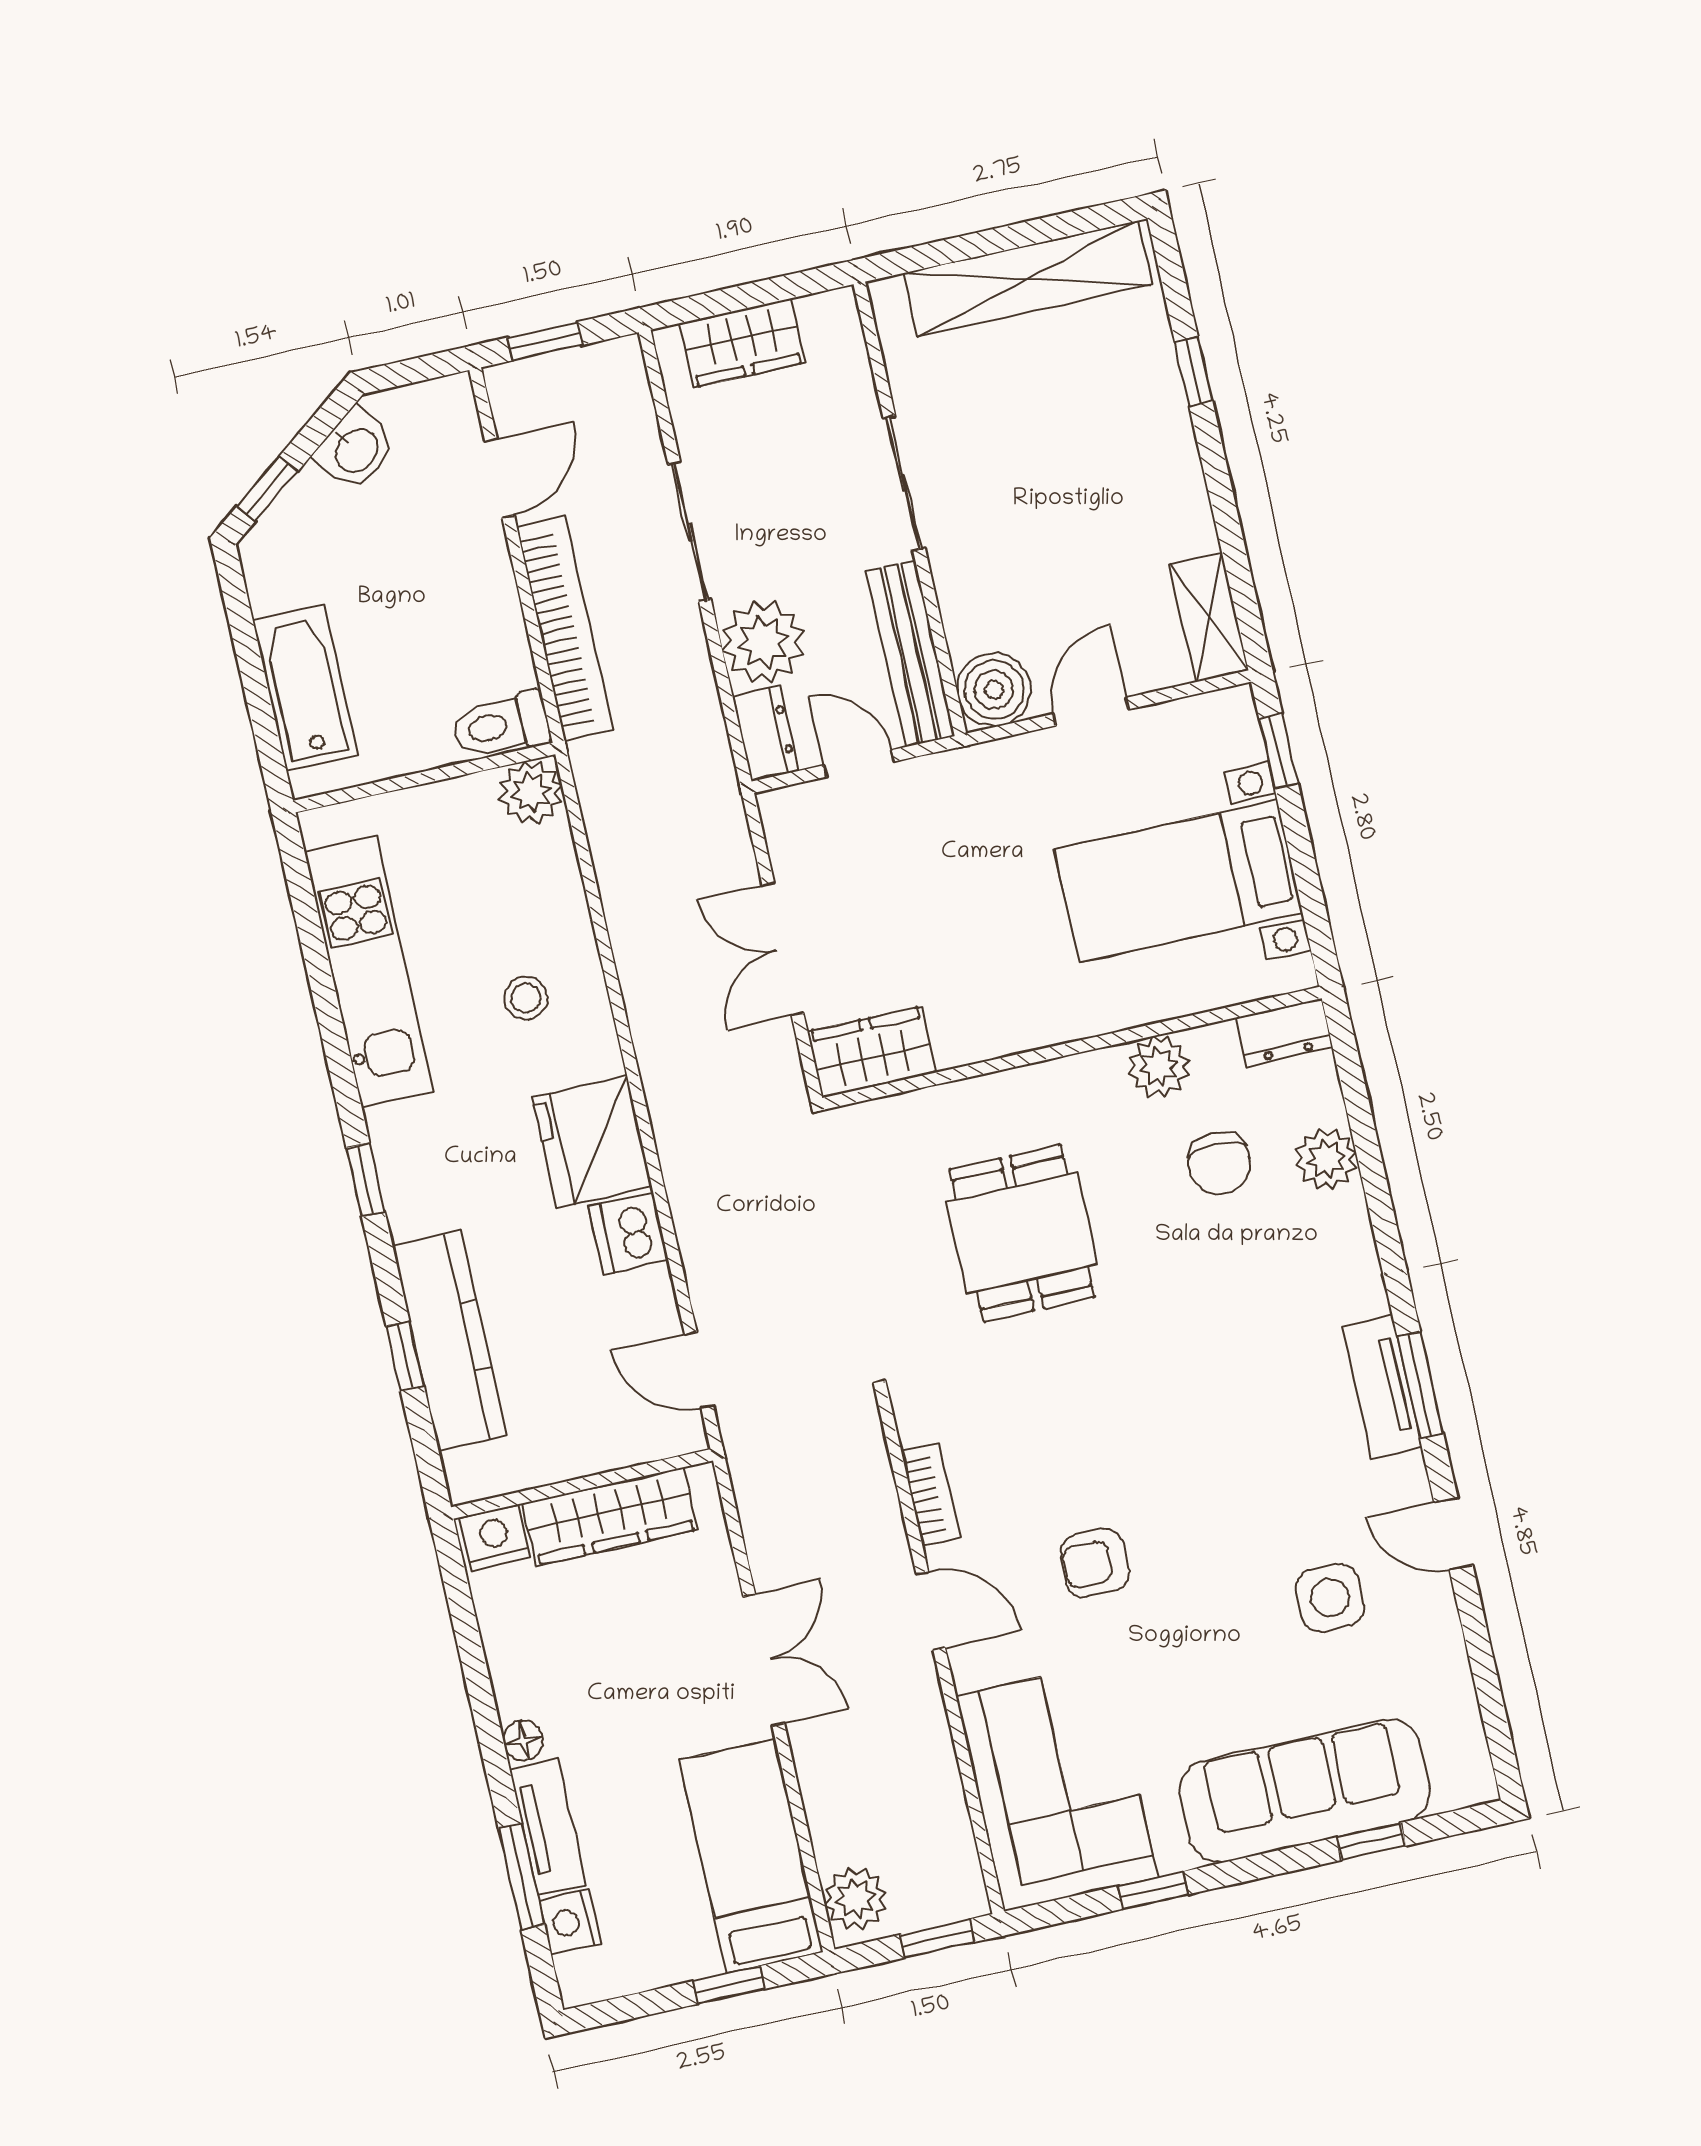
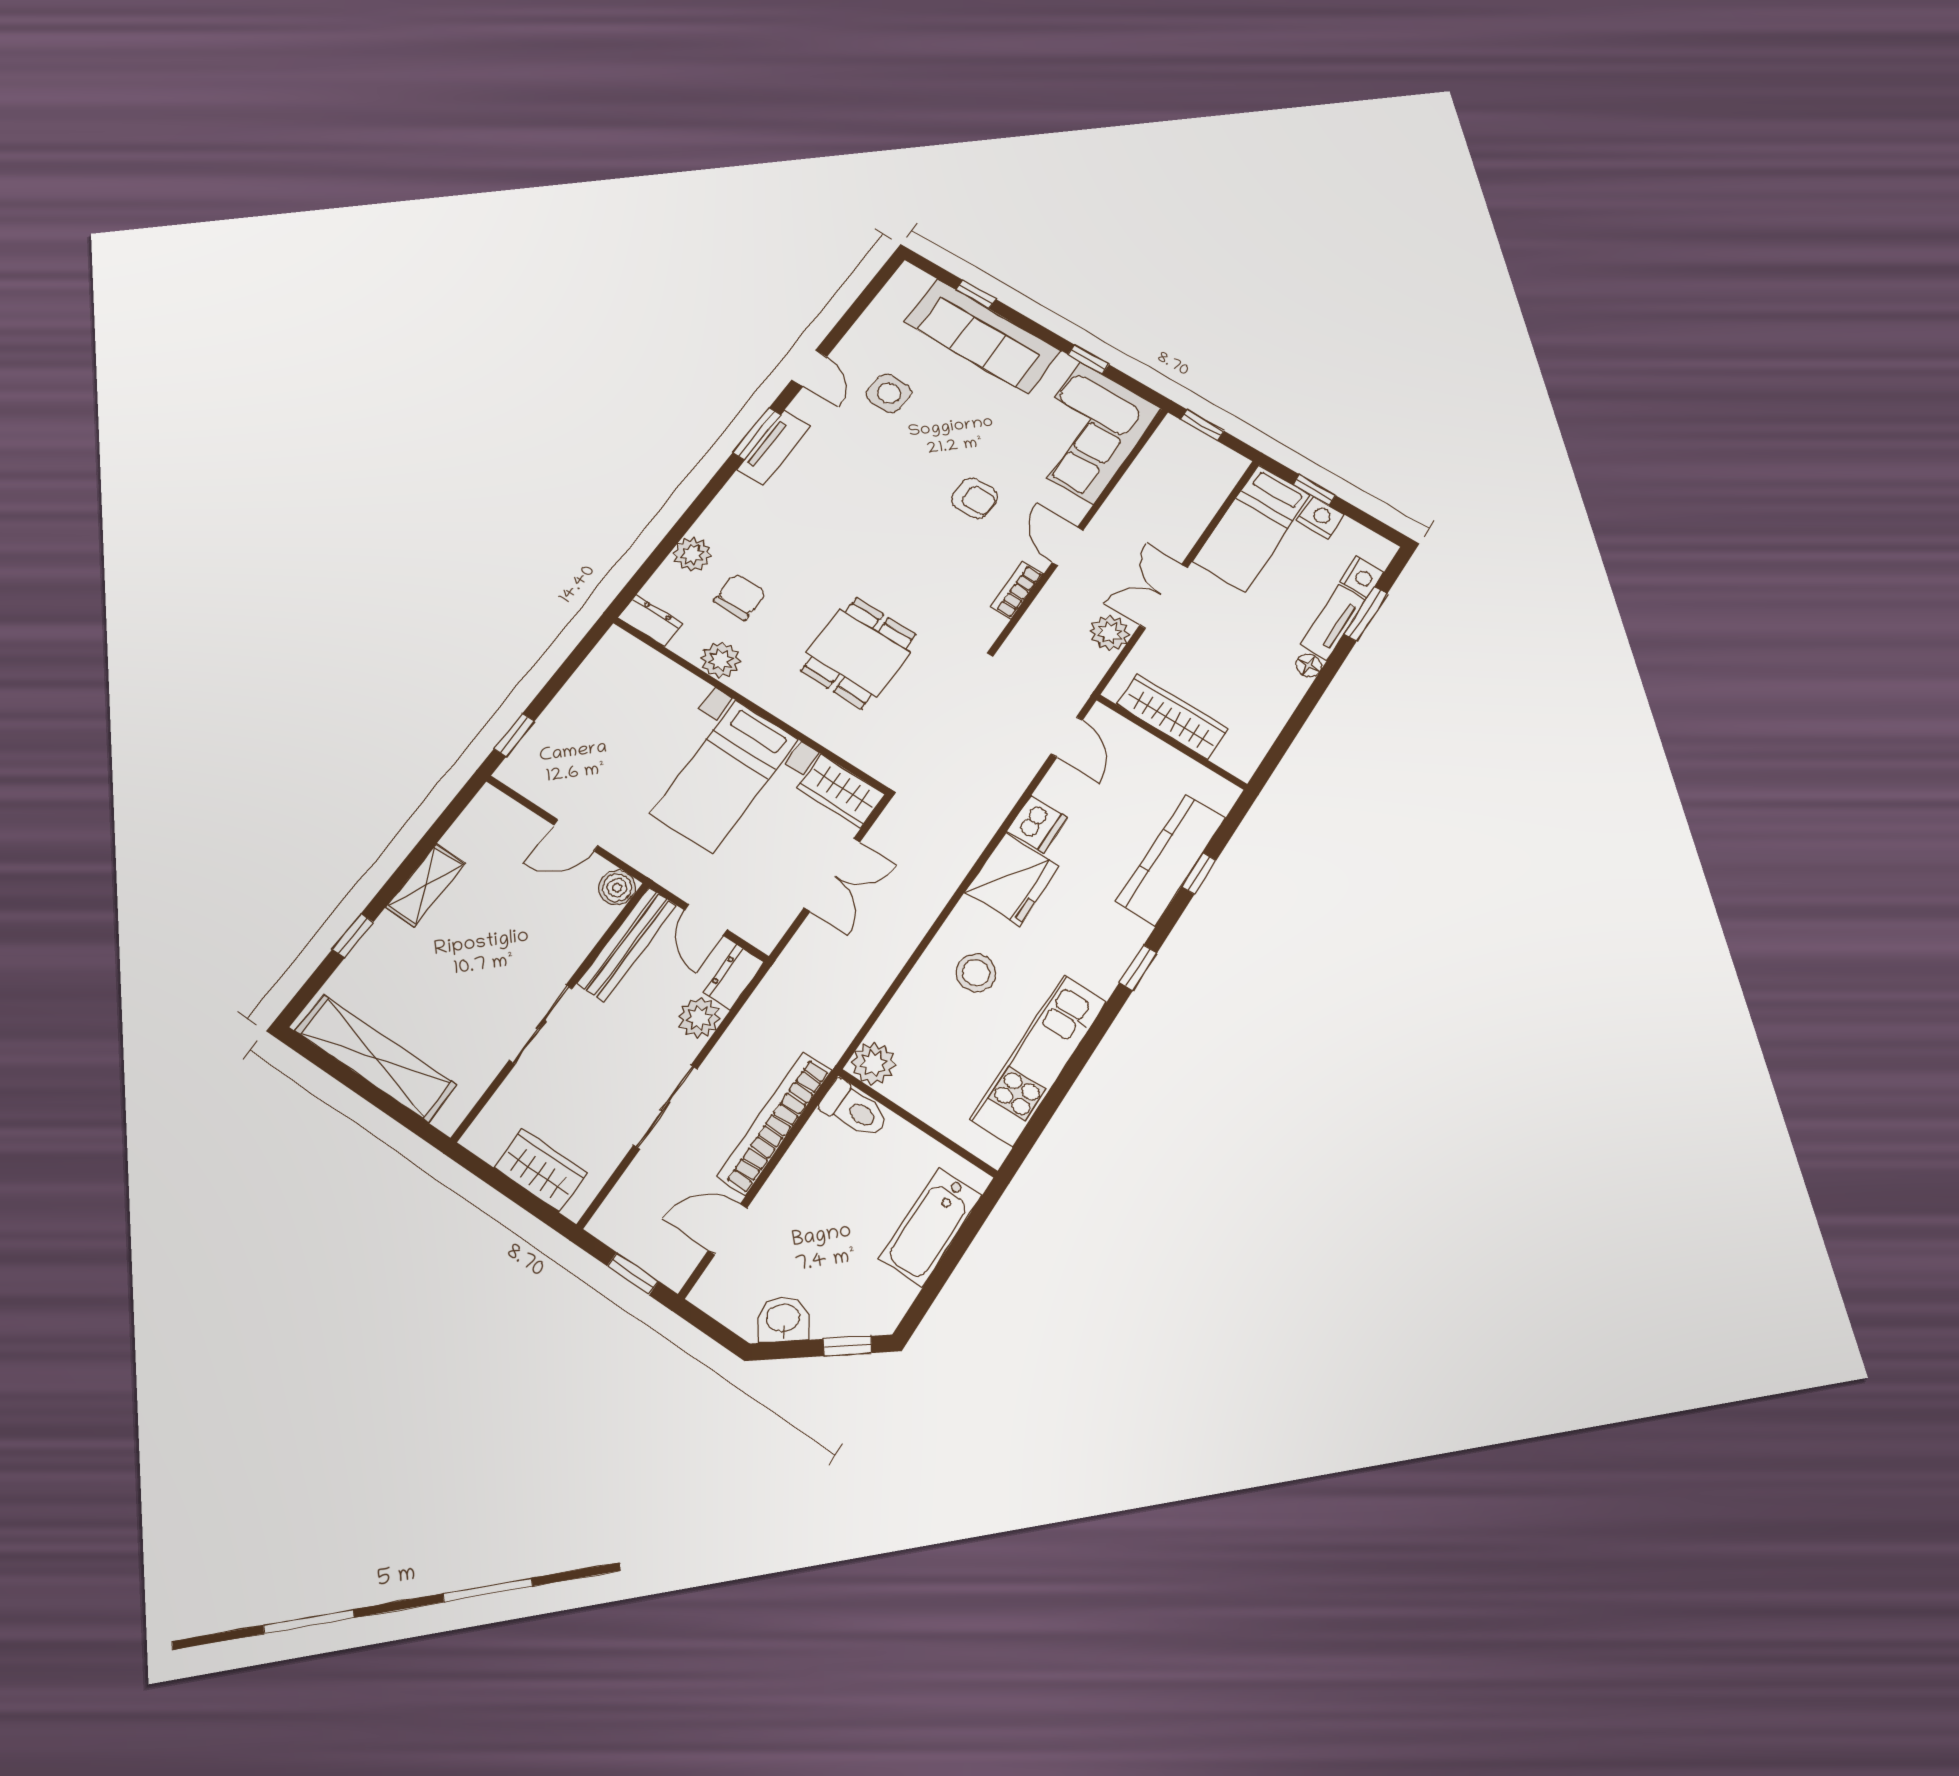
shelving: (1209, 617) -> (425, 885), moved
plant: (763, 642) -> (699, 1018), width x0.73, depth x0.73
boiler: (994, 690) -> (617, 888), width x0.73, depth x0.73
bed with nightstands: (1179, 881) -> (725, 776), moved, turned 90
stool: (526, 998) -> (976, 973), width x1.37, depth x1.37
nightstand: (495, 1537) -> (1321, 518), moved, turned 180
plant: (855, 1899) -> (1110, 633), moved

